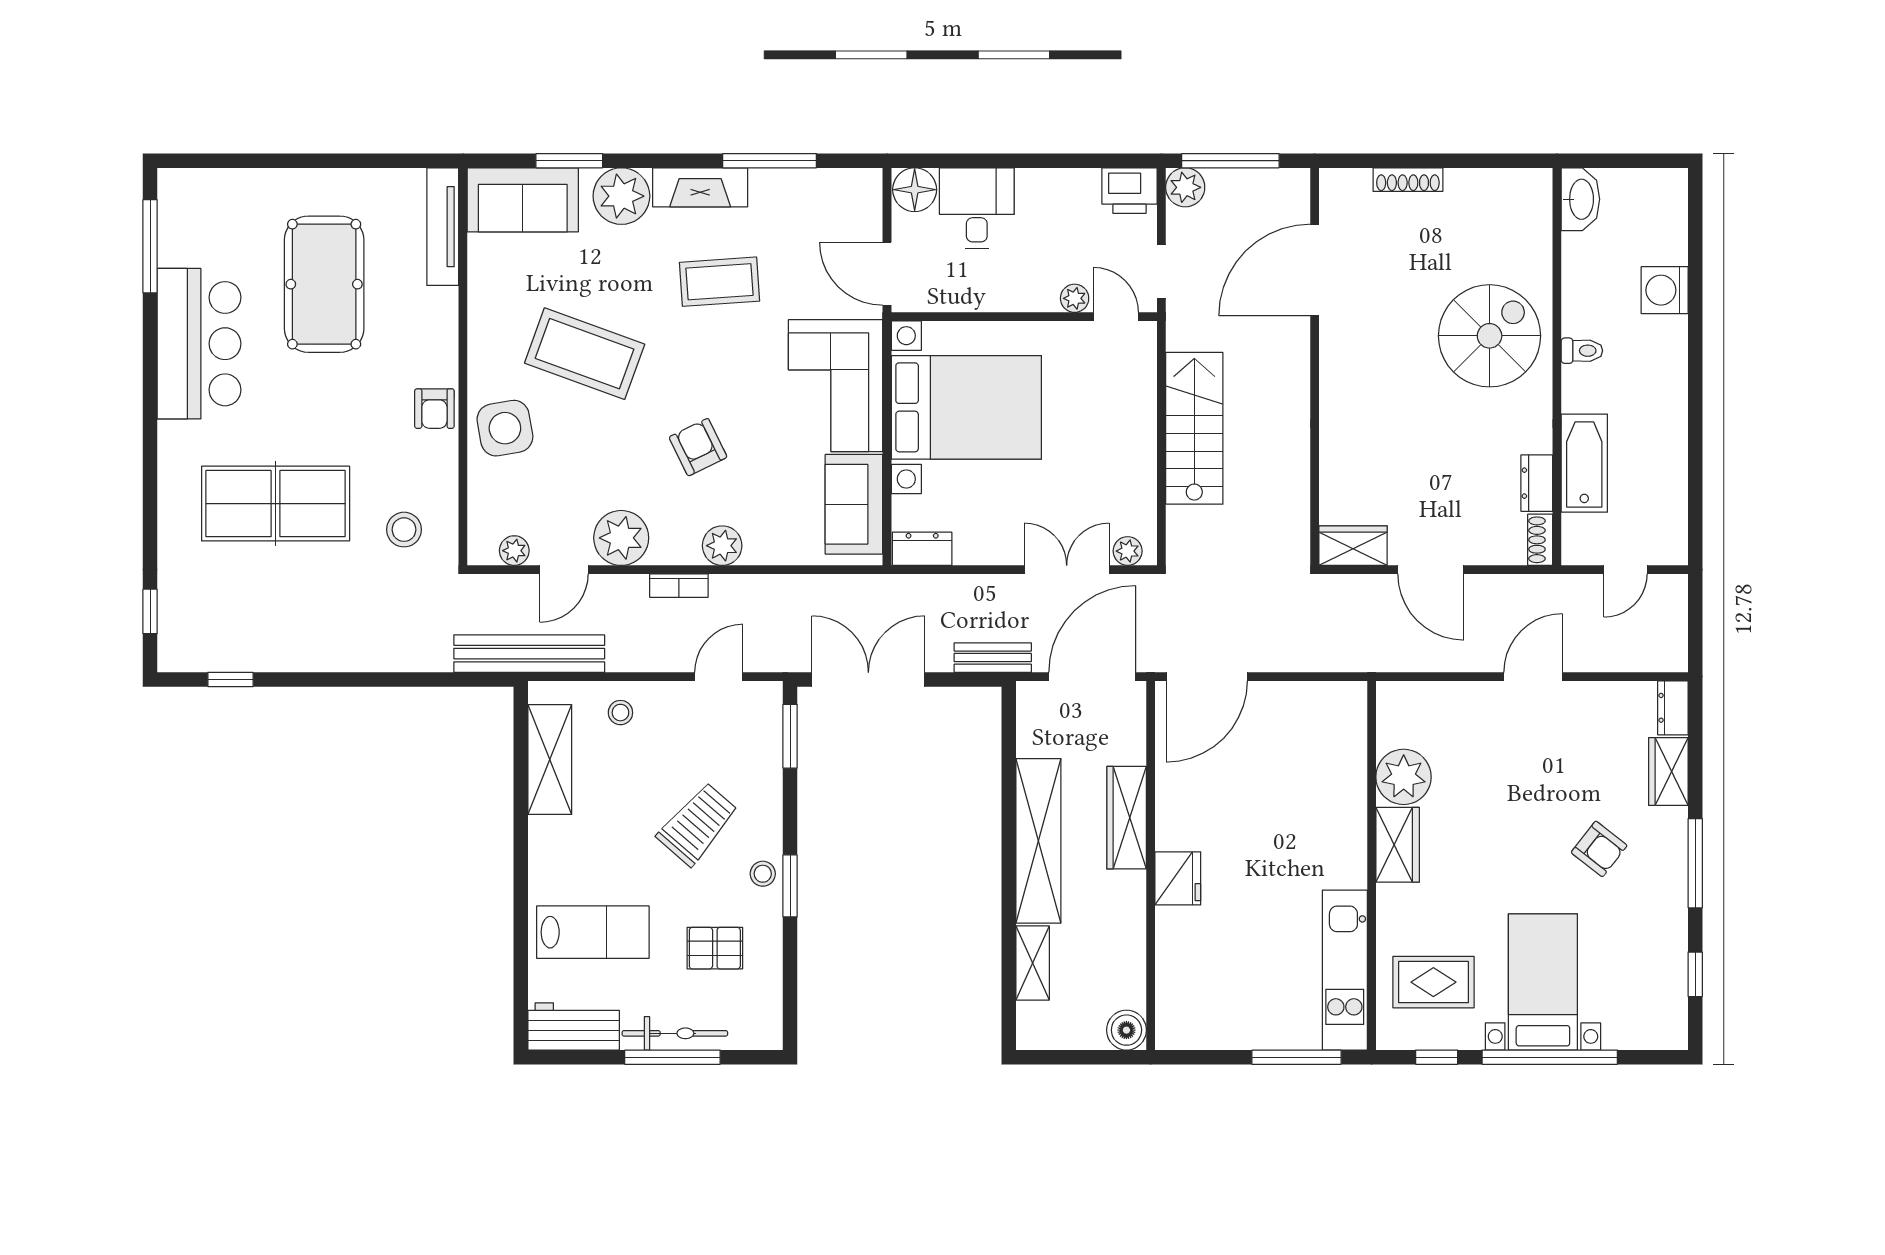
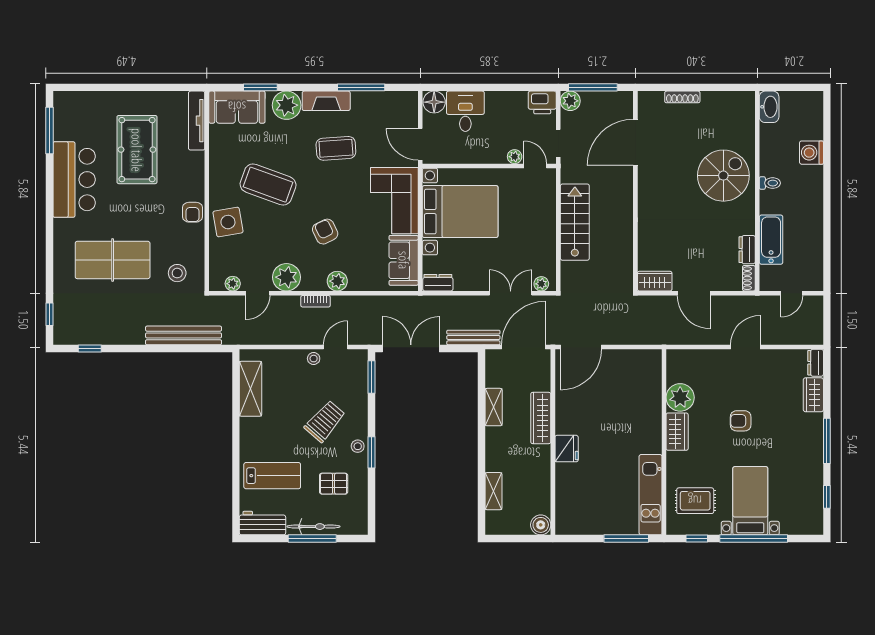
bench: (529, 654) -> (184, 335), moved
bench: (993, 658) -> (473, 337), width x1.36
stool: (620, 713) -> (314, 359), moved
shelving: (1038, 841) -> (494, 407), width x0.45, depth x0.75
armchair: (1599, 849) -> (741, 421), moved, turned 142

